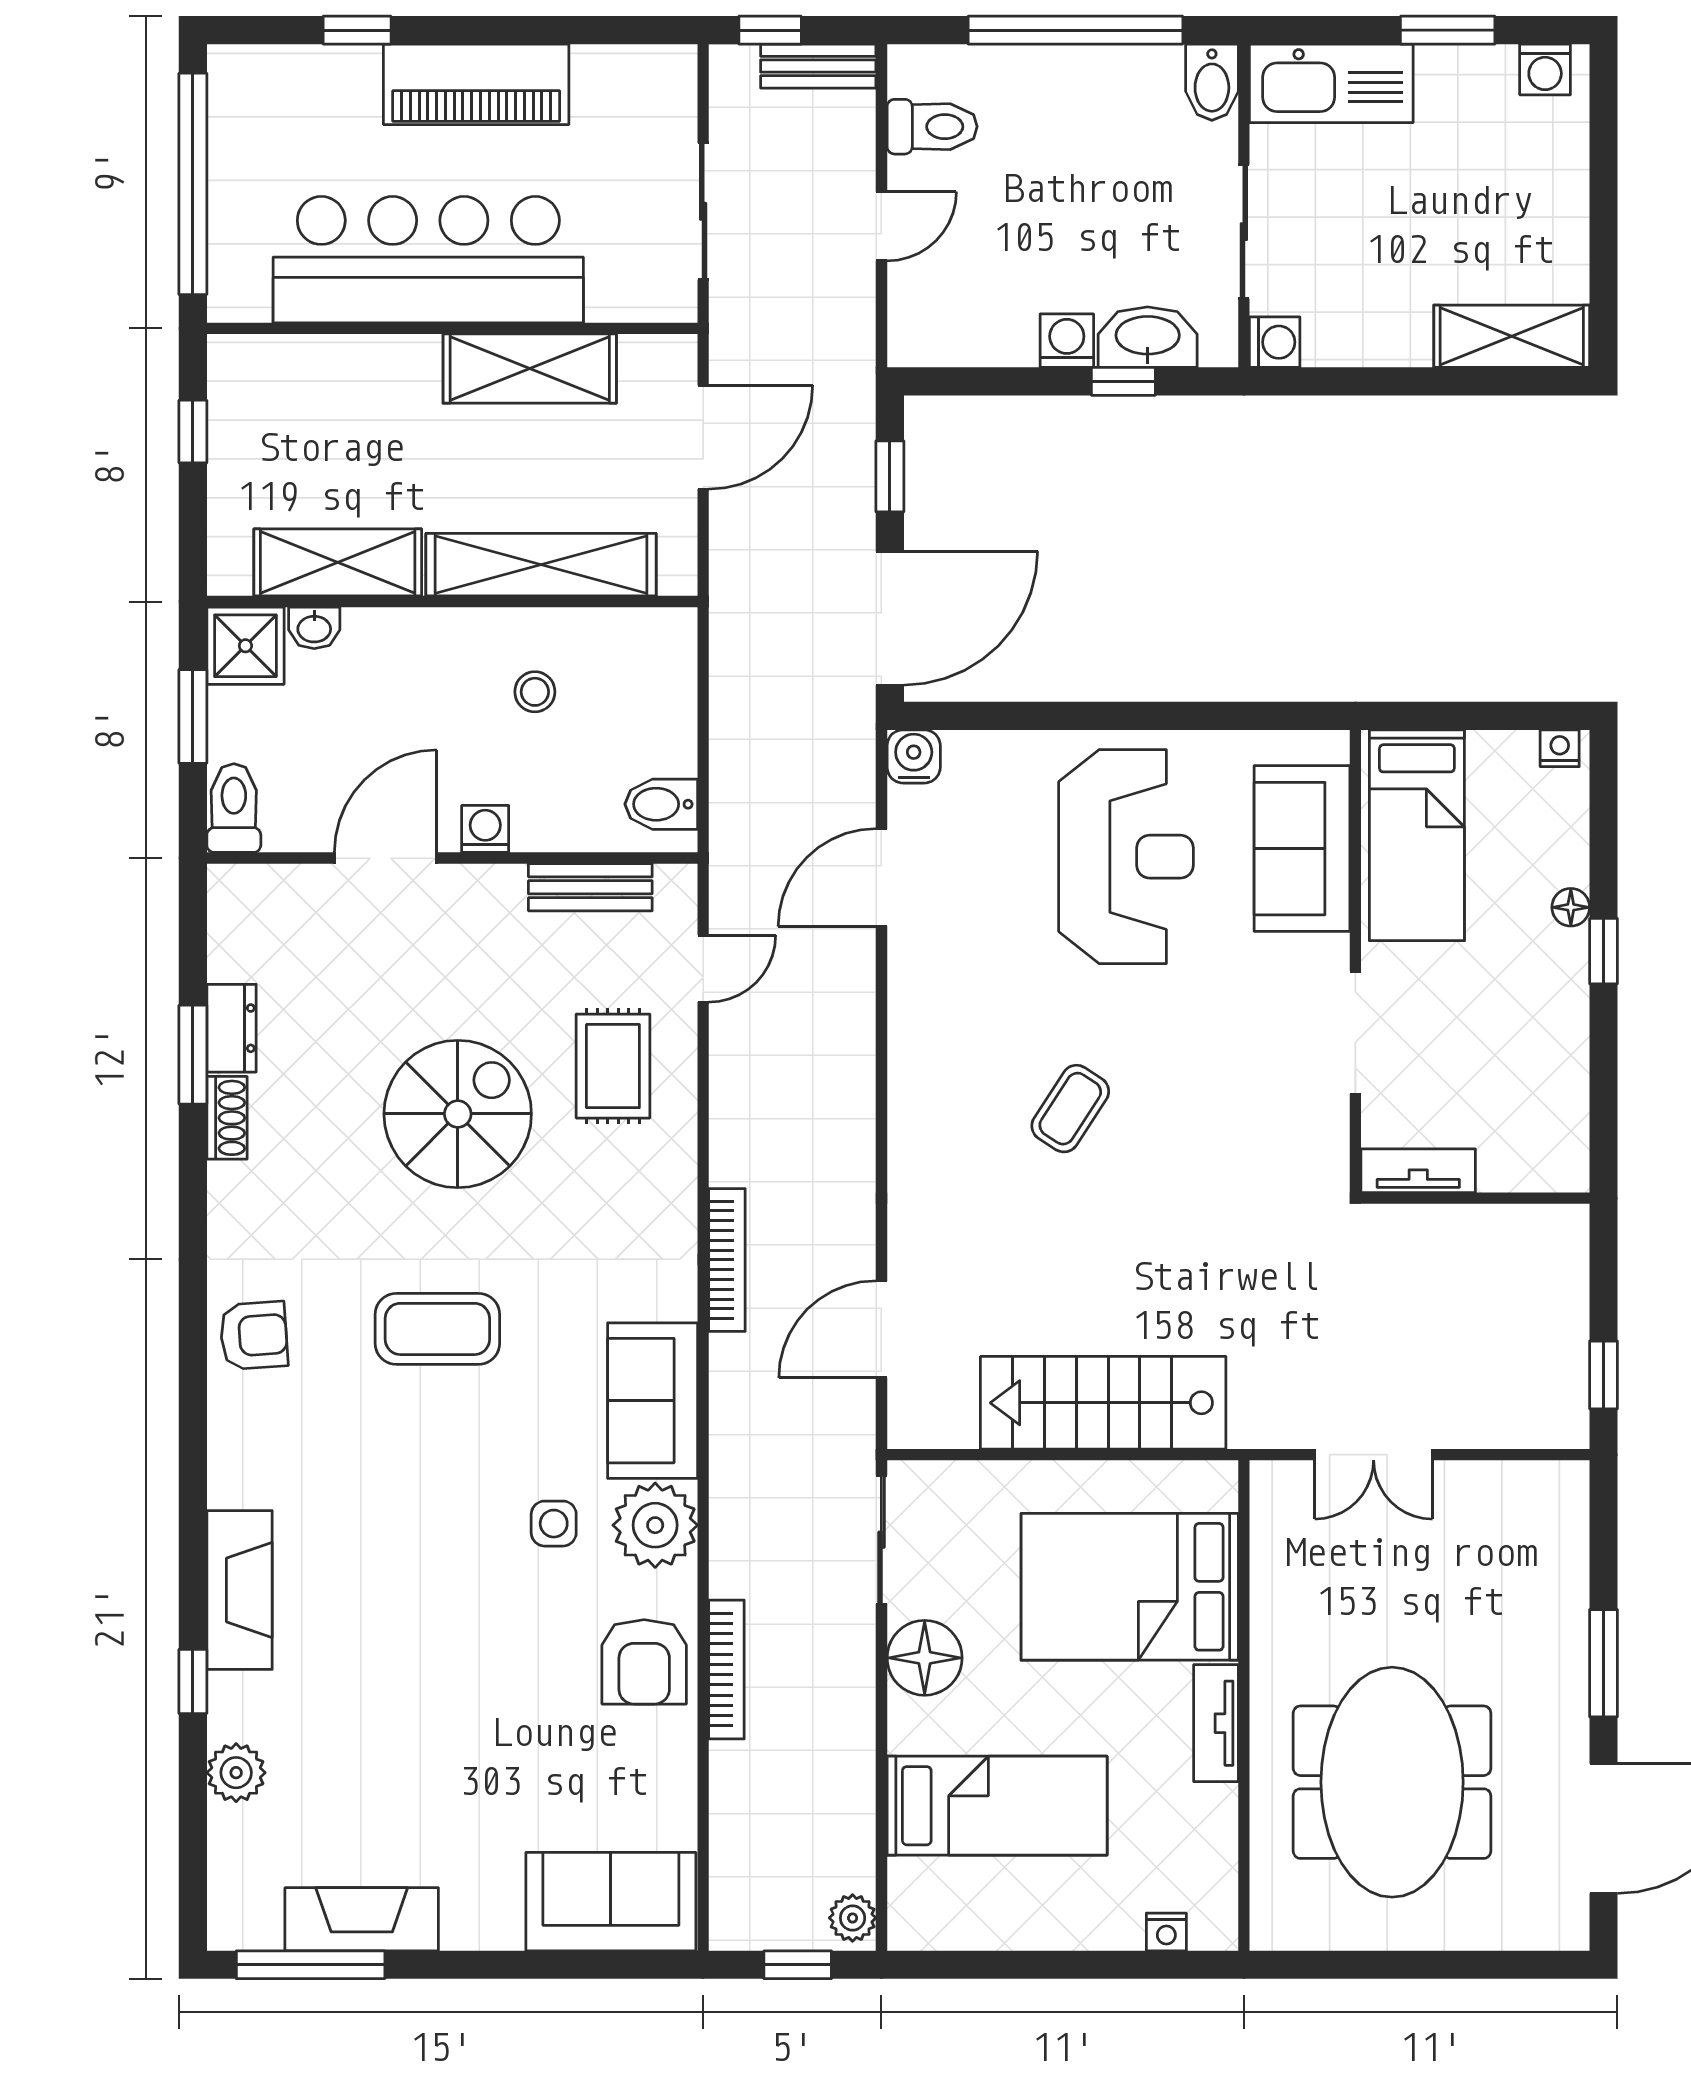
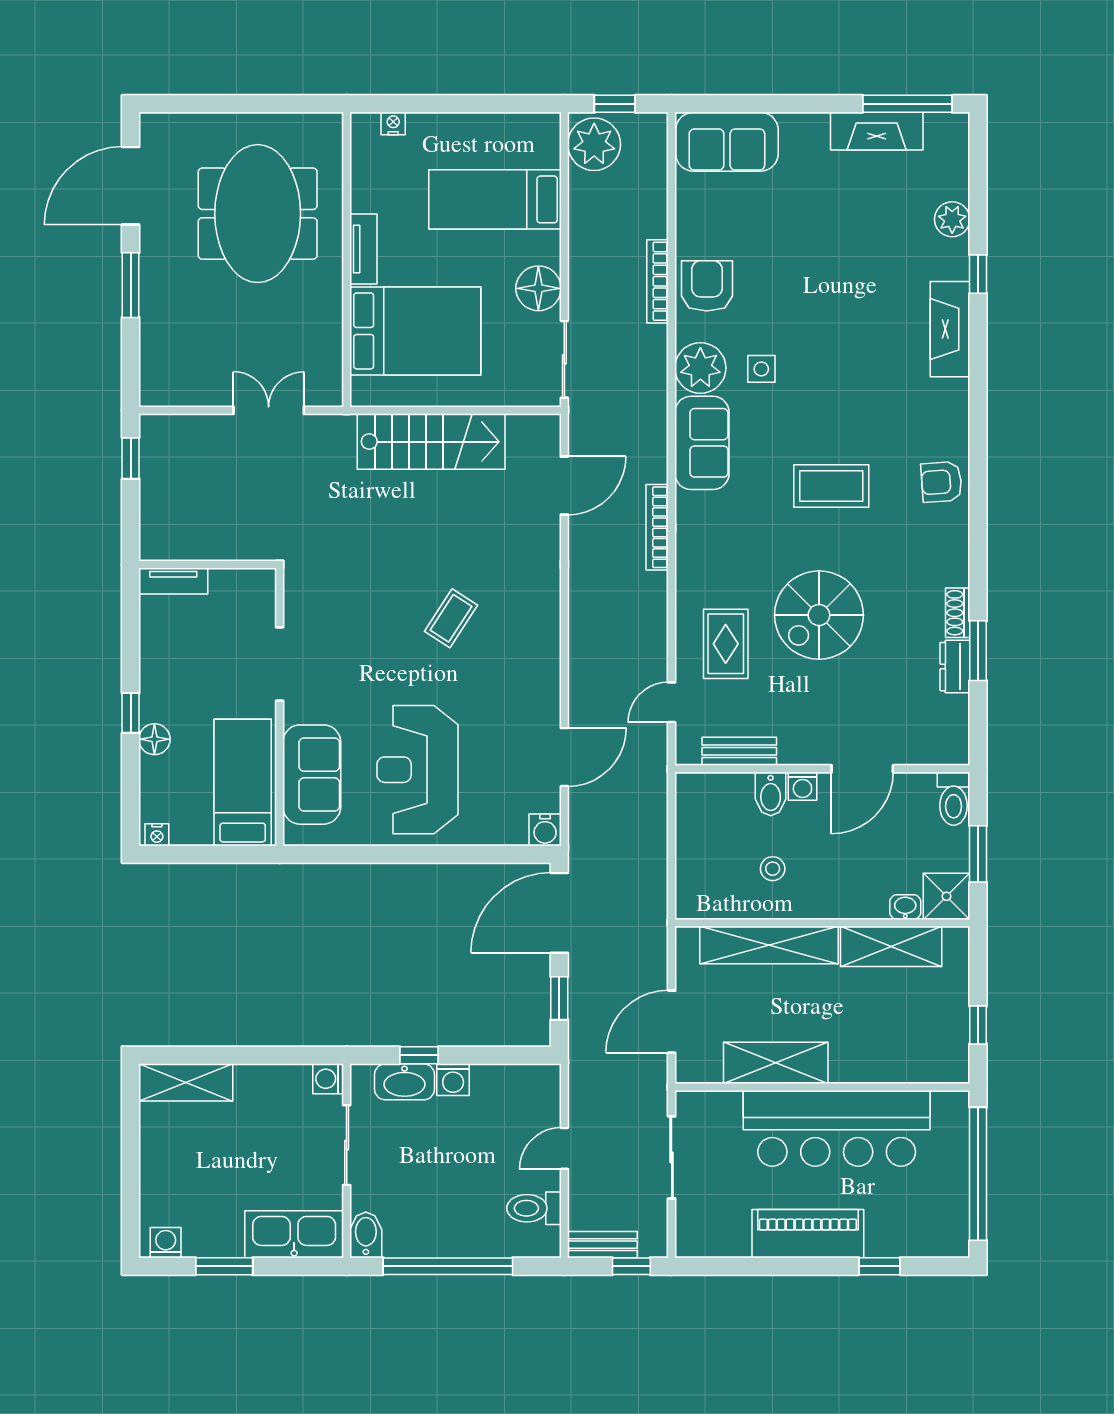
bidet: (661, 804) -> (771, 794), moved, turned 90
floor lamp: (1571, 907) -> (154, 739), width x1.37, depth x1.37
tv unit: (1418, 1171) -> (173, 581), moved
plant: (853, 1918) -> (594, 144), width x1.88, depth x1.88

